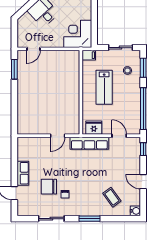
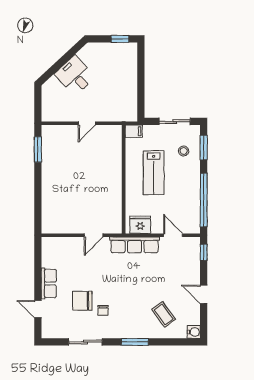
corner desk: (78, 34) -> (120, 104), removed
door: (34, 49) -> (87, 123), moved

